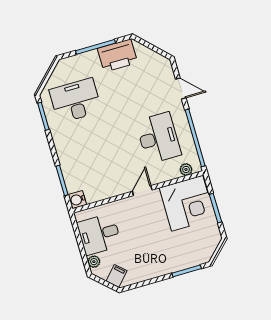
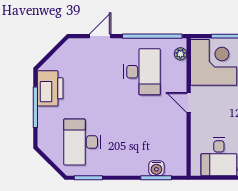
desk: (158, 138) -> (142, 72), turned 90
water cooler: (77, 200) -> (156, 168), moved

